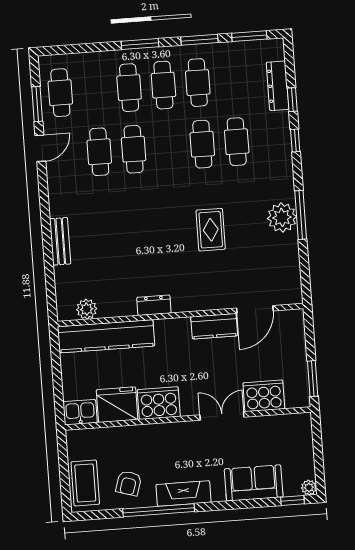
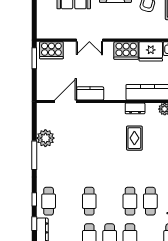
cafe table: (237, 142) -> (49, 201), moved
plant: (282, 217) -> (45, 138), moved
rug: (211, 230) -> (134, 138), moved
dresser: (154, 305) -> (135, 108), moved
cooker: (264, 396) -> (51, 50), moved

